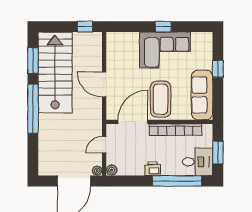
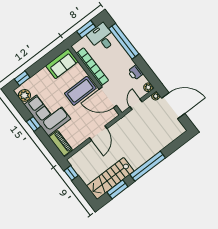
piano: (123, 39) -> (61, 143), added
plant: (199, 40) -> (24, 95), added
window: (218, 69) -> (22, 78), moved
stairs: (55, 72) -> (110, 178), width x0.73, depth x0.66
sofa: (202, 95) -> (62, 64), width x0.73
door: (104, 145) -> (136, 104), swing flipped
printer: (153, 169) -> (135, 73), moved

